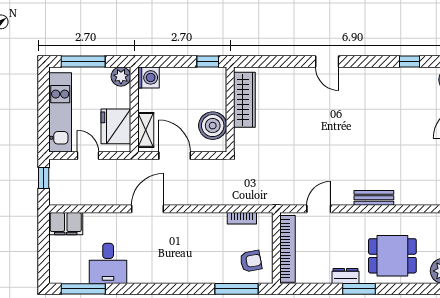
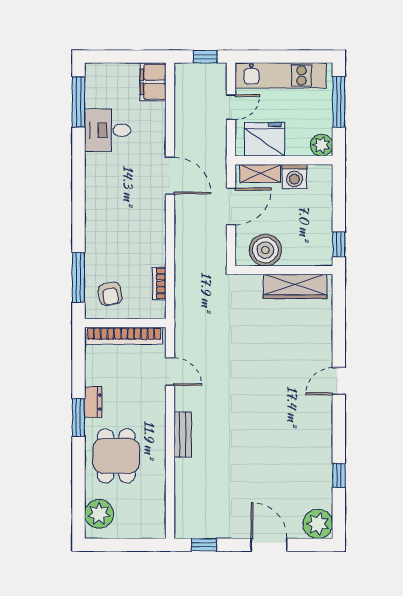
washing machine: (149, 77) -> (294, 177), moved

